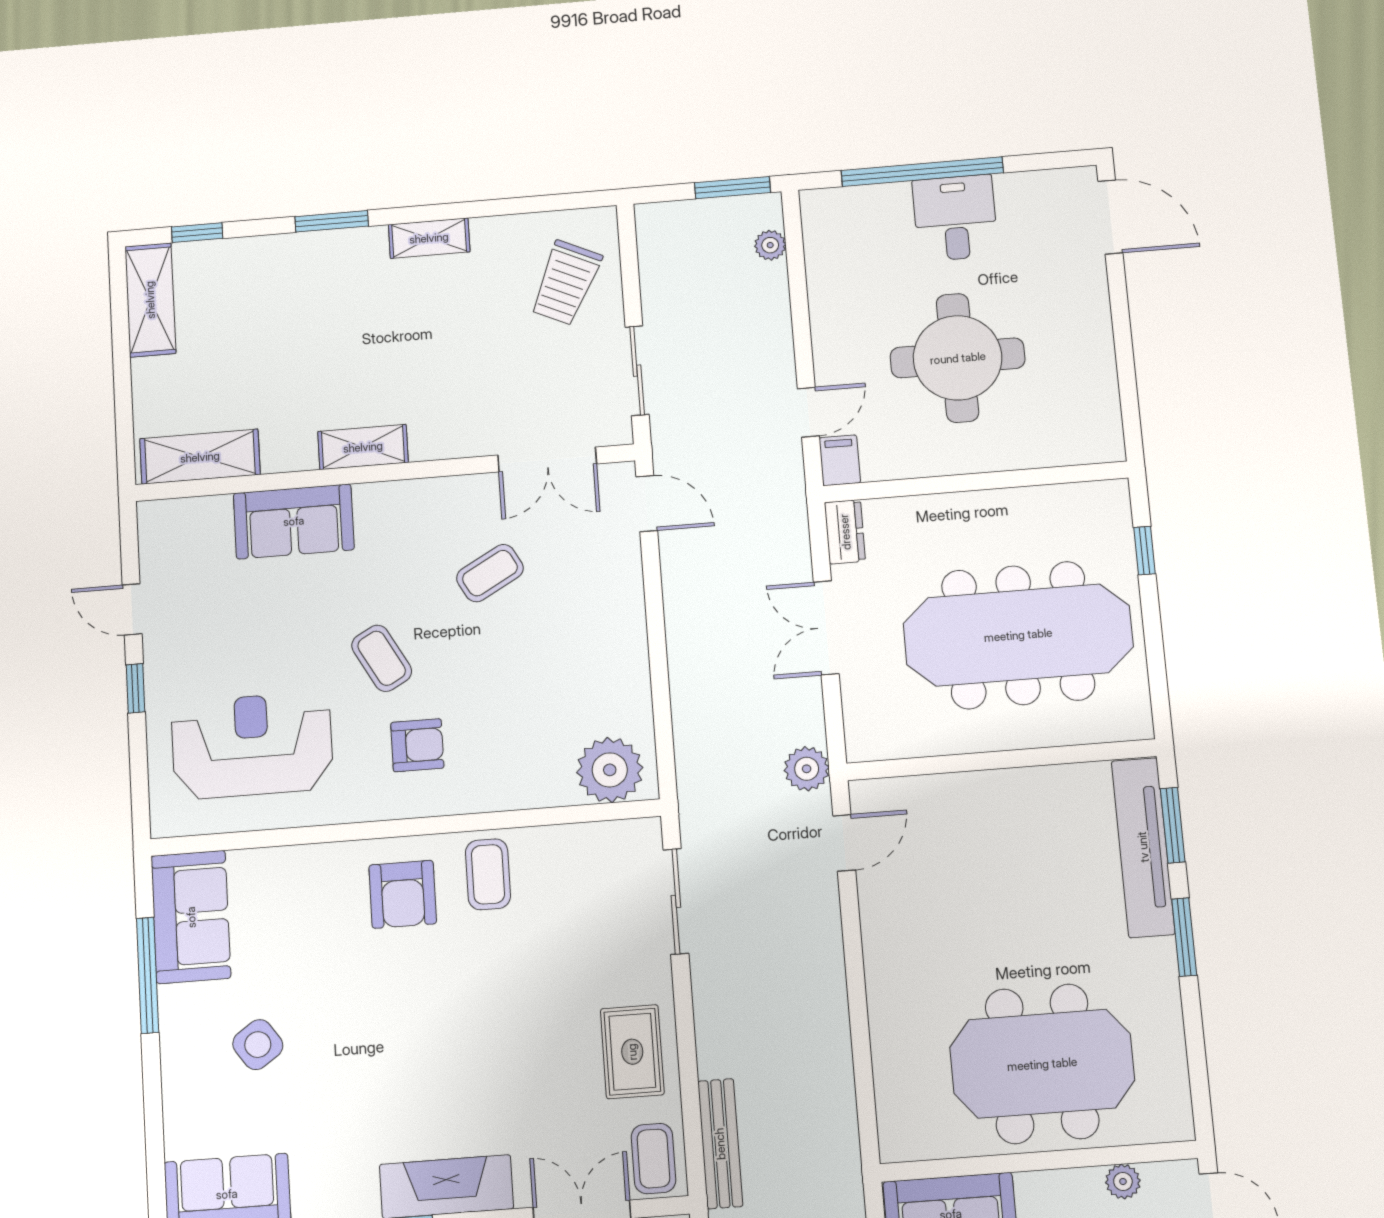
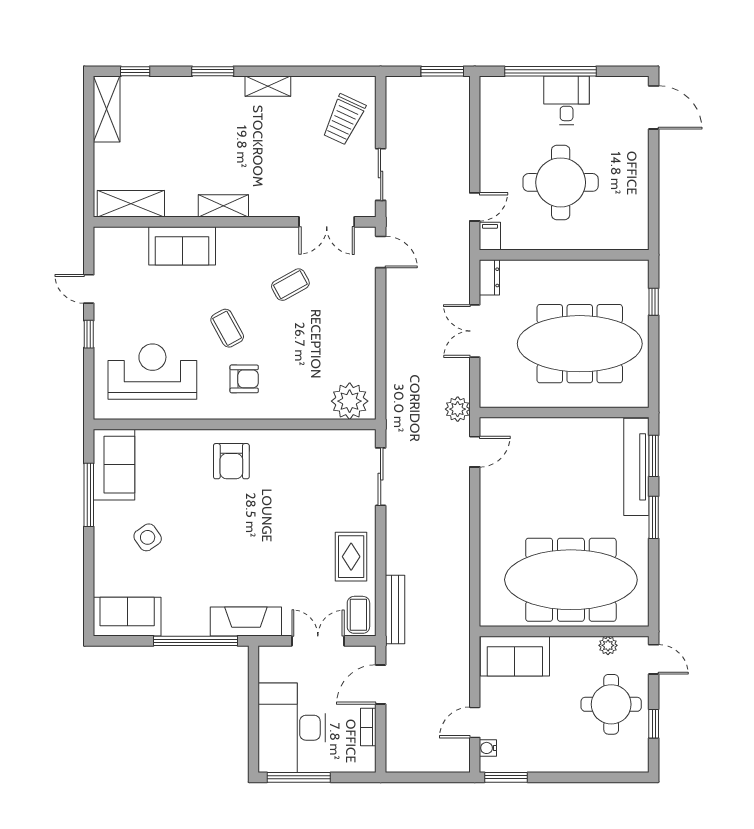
plant: (770, 245) -> (461, 107), removed
coffee table: (488, 874) -> (279, 454), removed
meeting table: (1042, 1064) -> (571, 580), width x1.36

